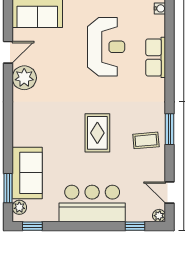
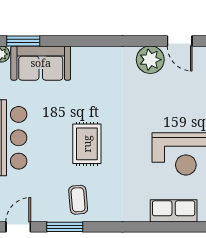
window: (170, 129) -> (65, 227), moved
rug: (97, 133) -> (87, 144), turned 90

